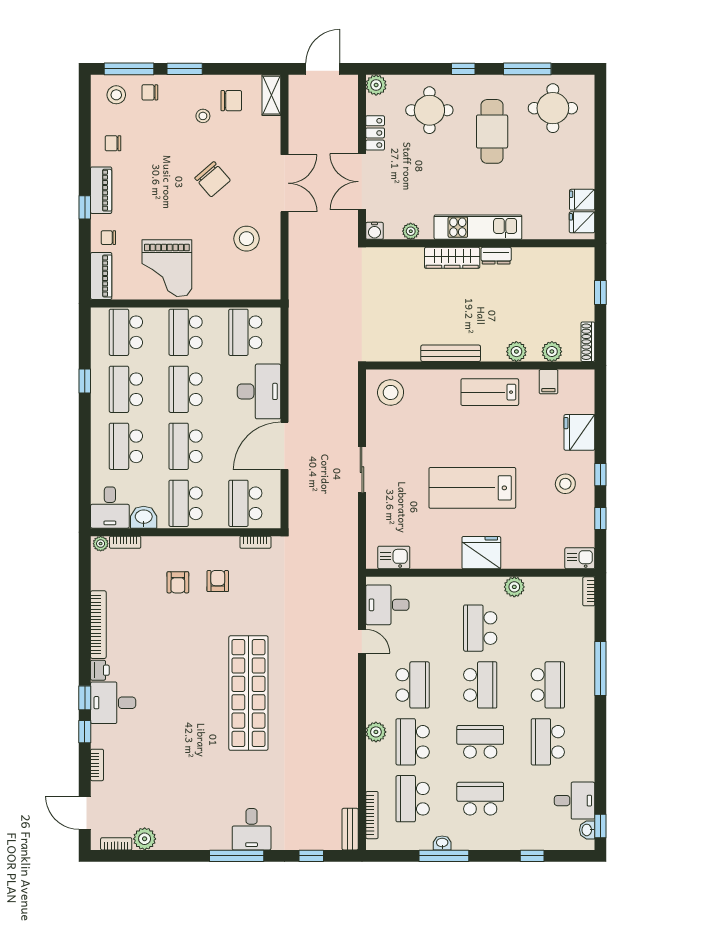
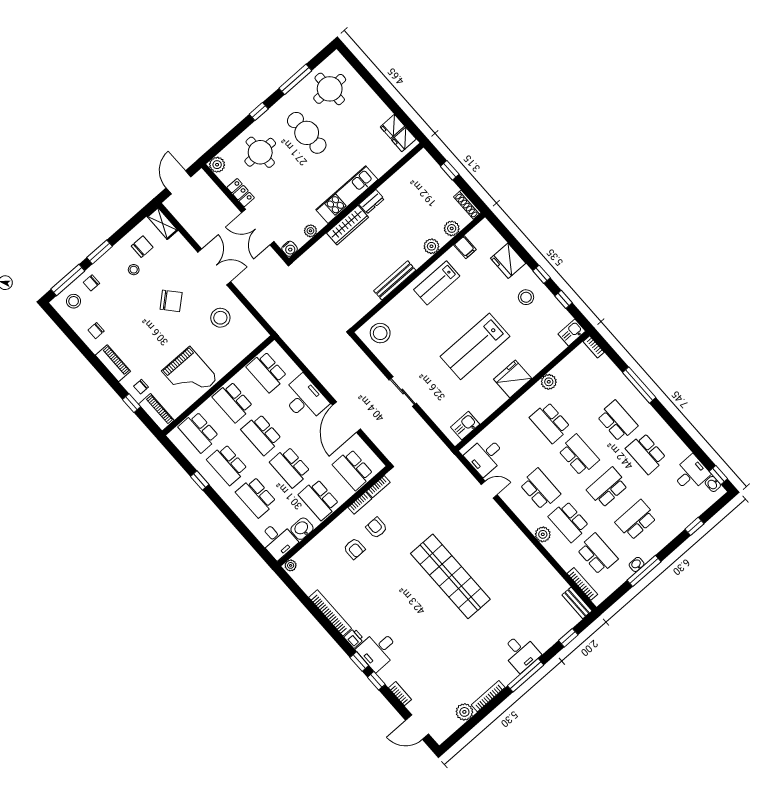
window: (85, 207) -> (131, 403), moved
bookcase: (125, 542) -> (360, 503), moved
school desk: (413, 799) -> (597, 554), turned 180
bookcase: (116, 844) -> (488, 696), moved, width x1.56

